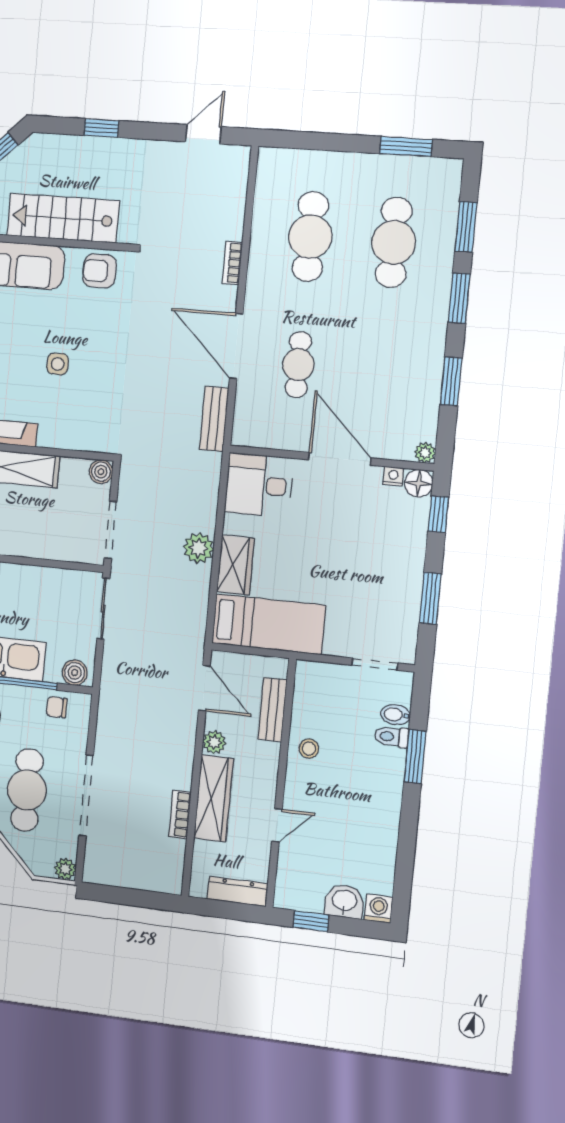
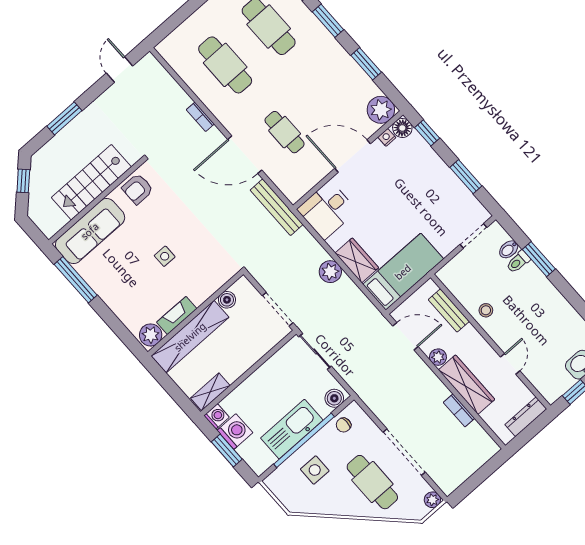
window: (101, 128) -> (64, 118), width x1.50
bench: (214, 419) -> (277, 207), width x1.36
plant: (425, 453) -> (381, 110), width x1.87, depth x1.87
boiler: (101, 472) -> (227, 300), moved

